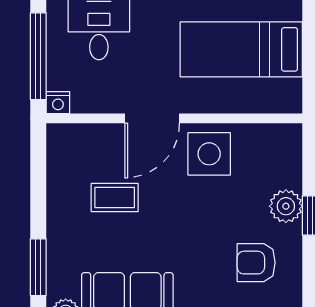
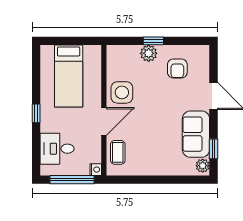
door: (152, 118) -> (104, 121), hinge flipped
coffee table: (115, 197) -> (118, 152), moved
window: (38, 267) -> (180, 180), removed

